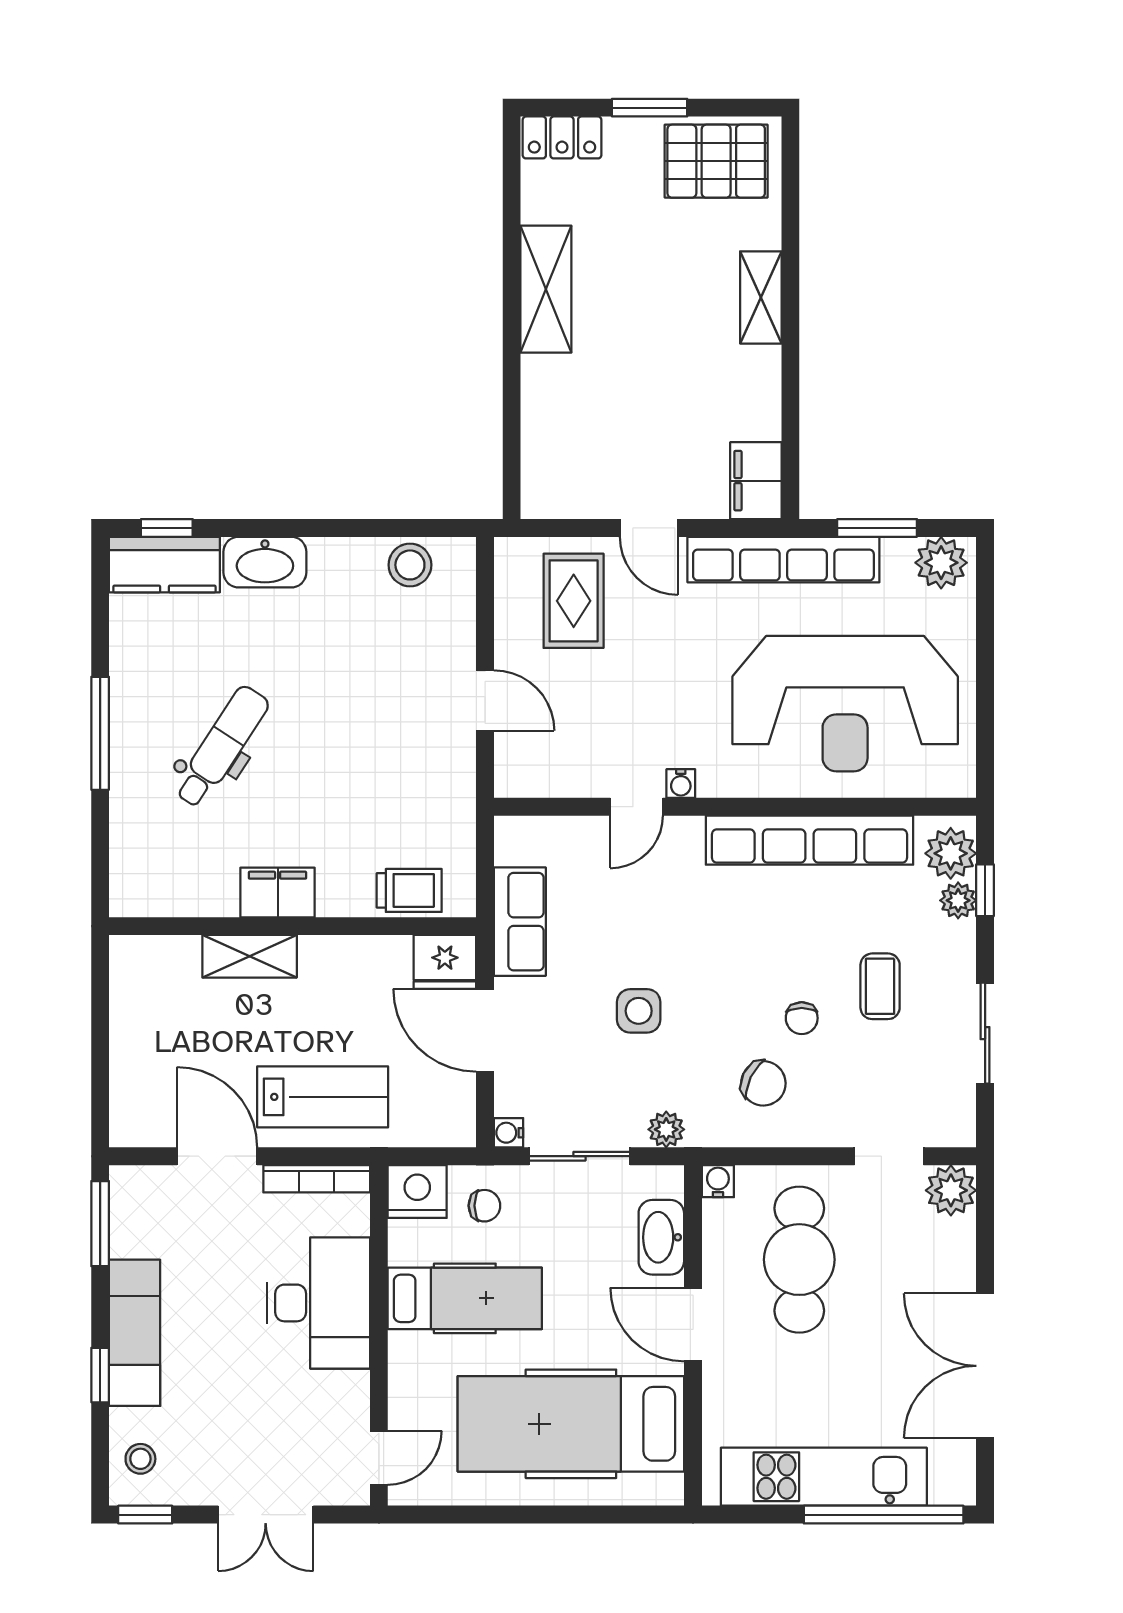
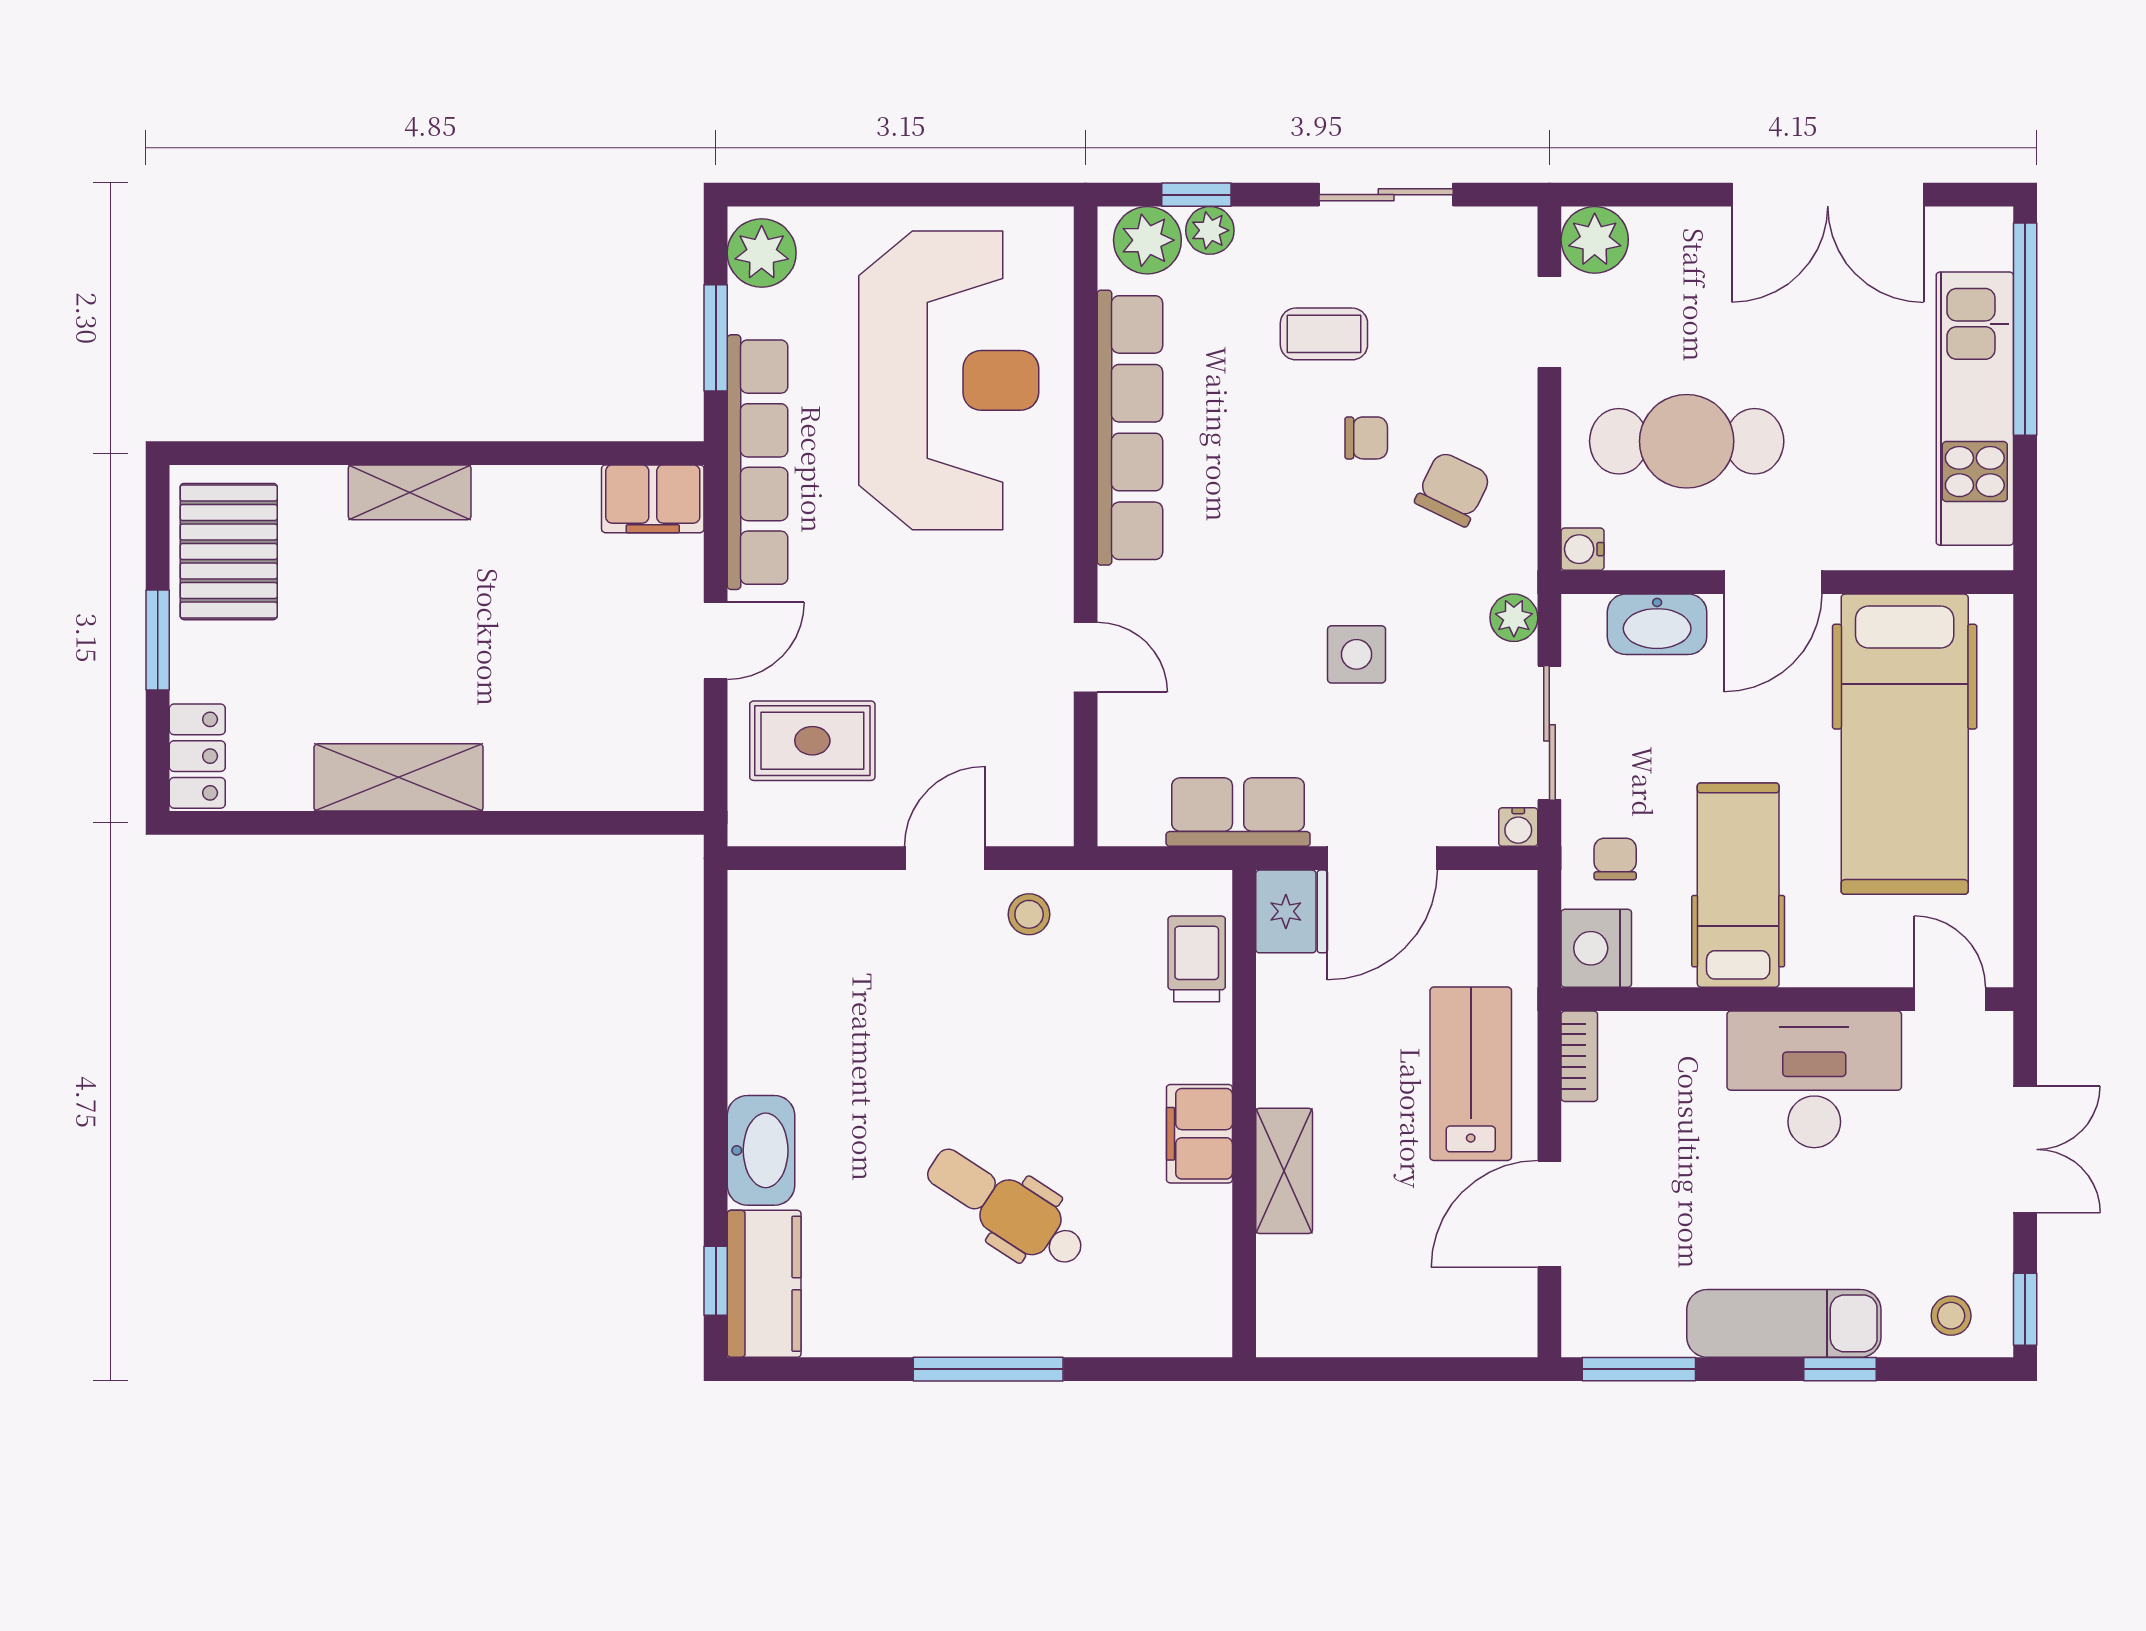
stool: (410, 565) -> (1029, 914), moved, width x0.73, depth x0.73
water cooler: (681, 784) -> (1055, 598), removed
bookcase: (317, 1179) -> (1579, 1056), width x0.64
desk: (318, 1303) -> (1814, 1079), moved

